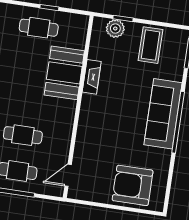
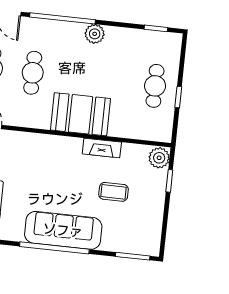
plant: (115, 29) -> (159, 158), moved
coffee table: (151, 45) -> (114, 192), moved, width x0.73, depth x0.77
booth: (64, 73) -> (80, 114), moved

